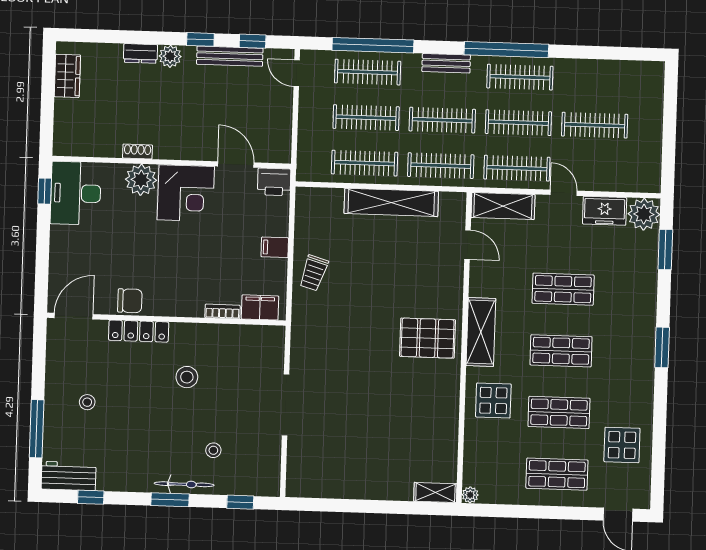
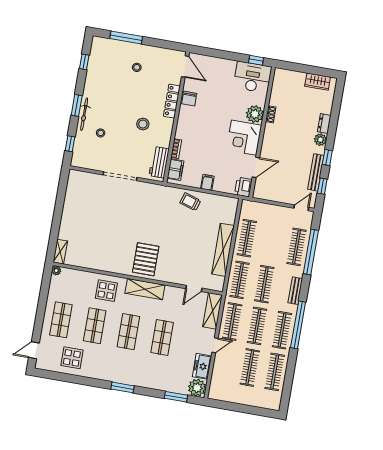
clothes rail: (366, 118) -> (275, 372), moved
workbench: (69, 476) -> (159, 162), moved, turned 180

